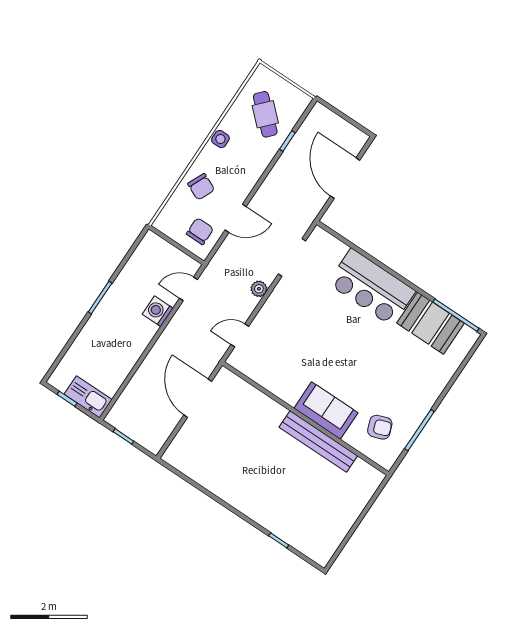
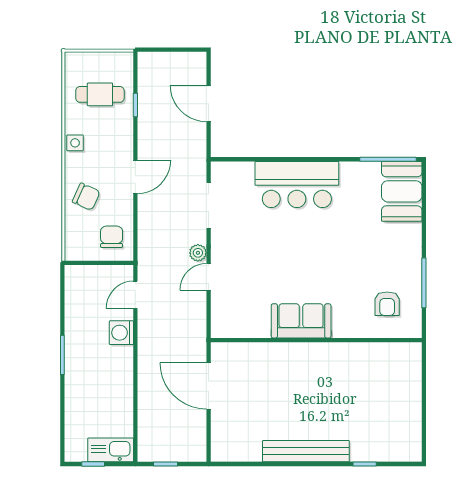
cafe table: (265, 114) -> (100, 94), turned -43
door: (345, 178) -> (209, 104), width x0.73
door: (236, 218) -> (135, 177), moved
booth: (430, 323) -> (402, 191), moved, turned 90
door: (240, 335) -> (209, 277), moved
sofa: (326, 410) -> (301, 321), moved
armchair: (380, 427) -> (387, 304), turned 110
bench: (318, 442) -> (306, 451), moved

